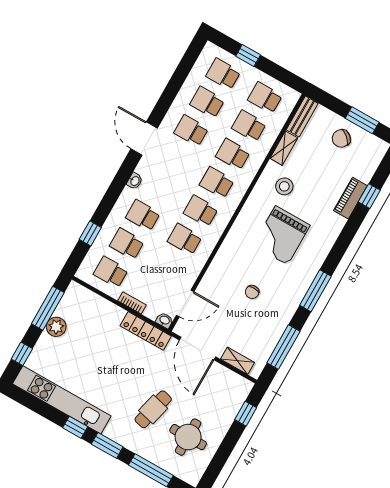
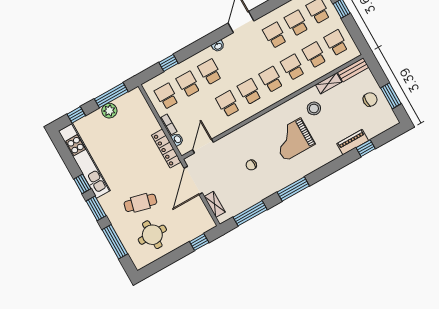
chair: (341, 138) -> (370, 99), turned 139
door: (185, 303) -> (203, 146), swing flipped
washbasin: (164, 320) -> (177, 139), moved

